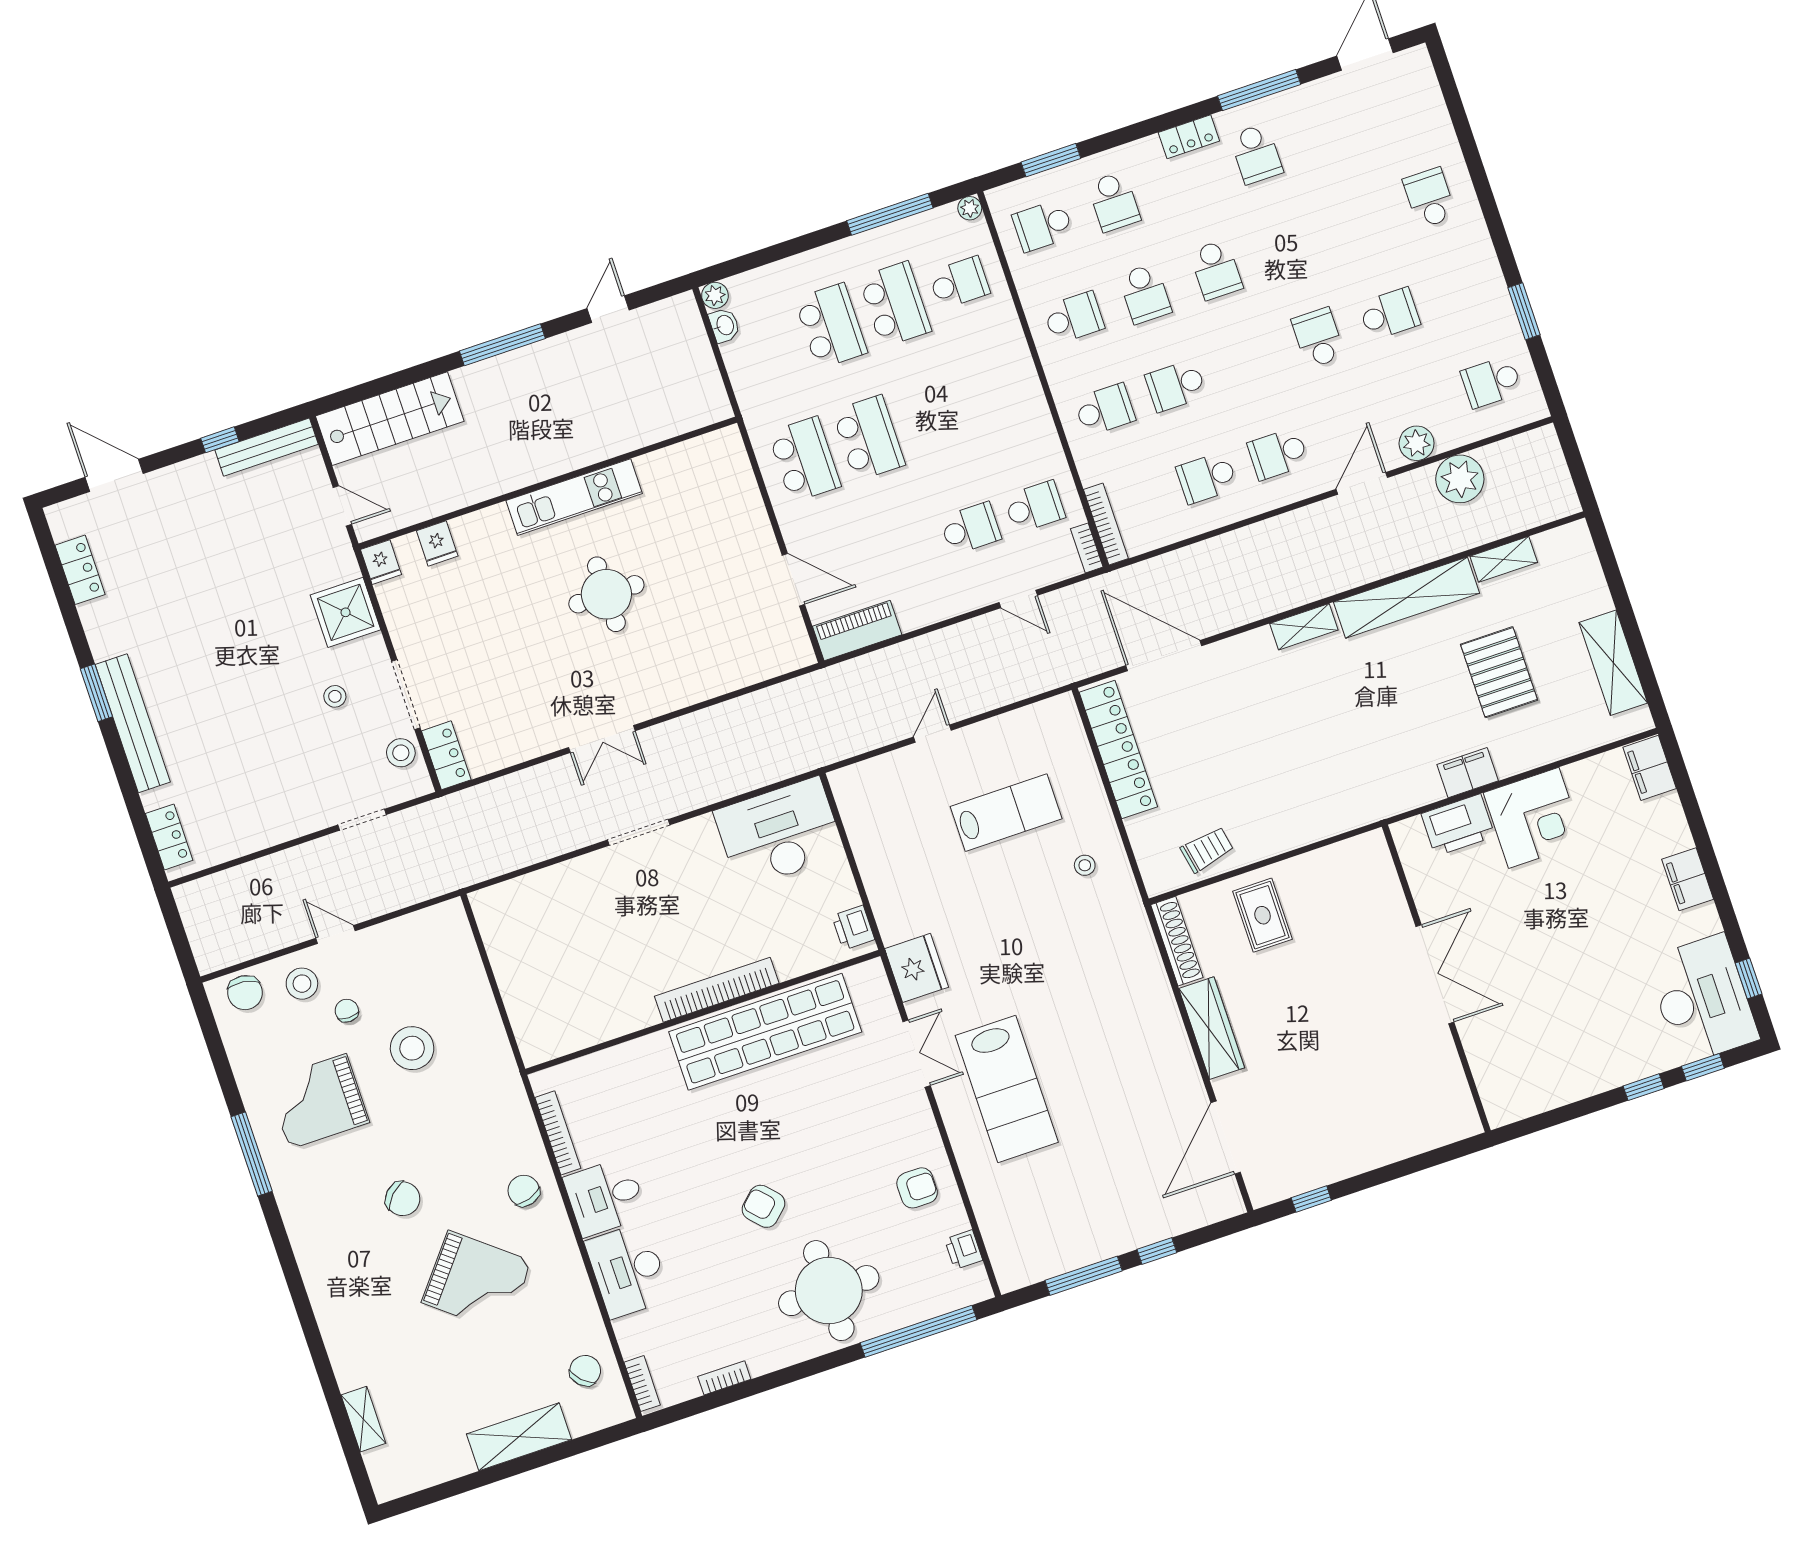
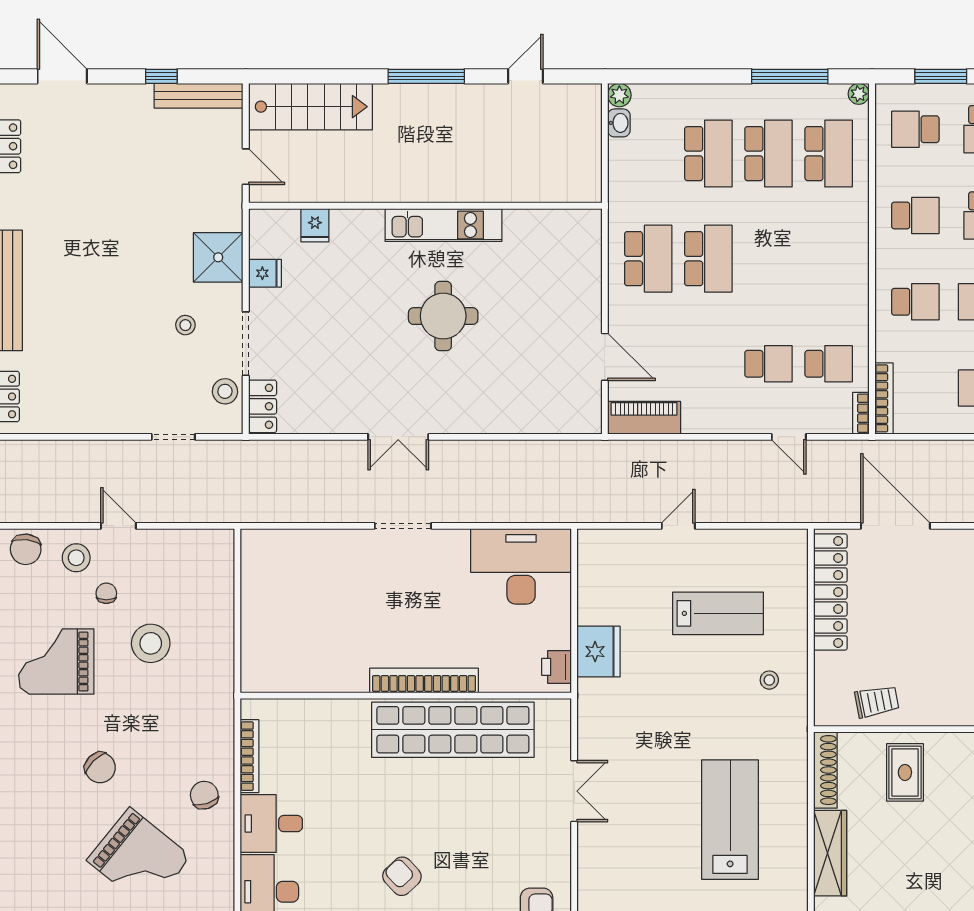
school desk: (959, 283) -> (829, 154), width x1.85
fridge: (381, 562) -> (265, 273), moved, turned -90
fridge: (917, 968) -> (598, 652), moved
lab bench: (1007, 1089) -> (730, 820), moved, turned 180

